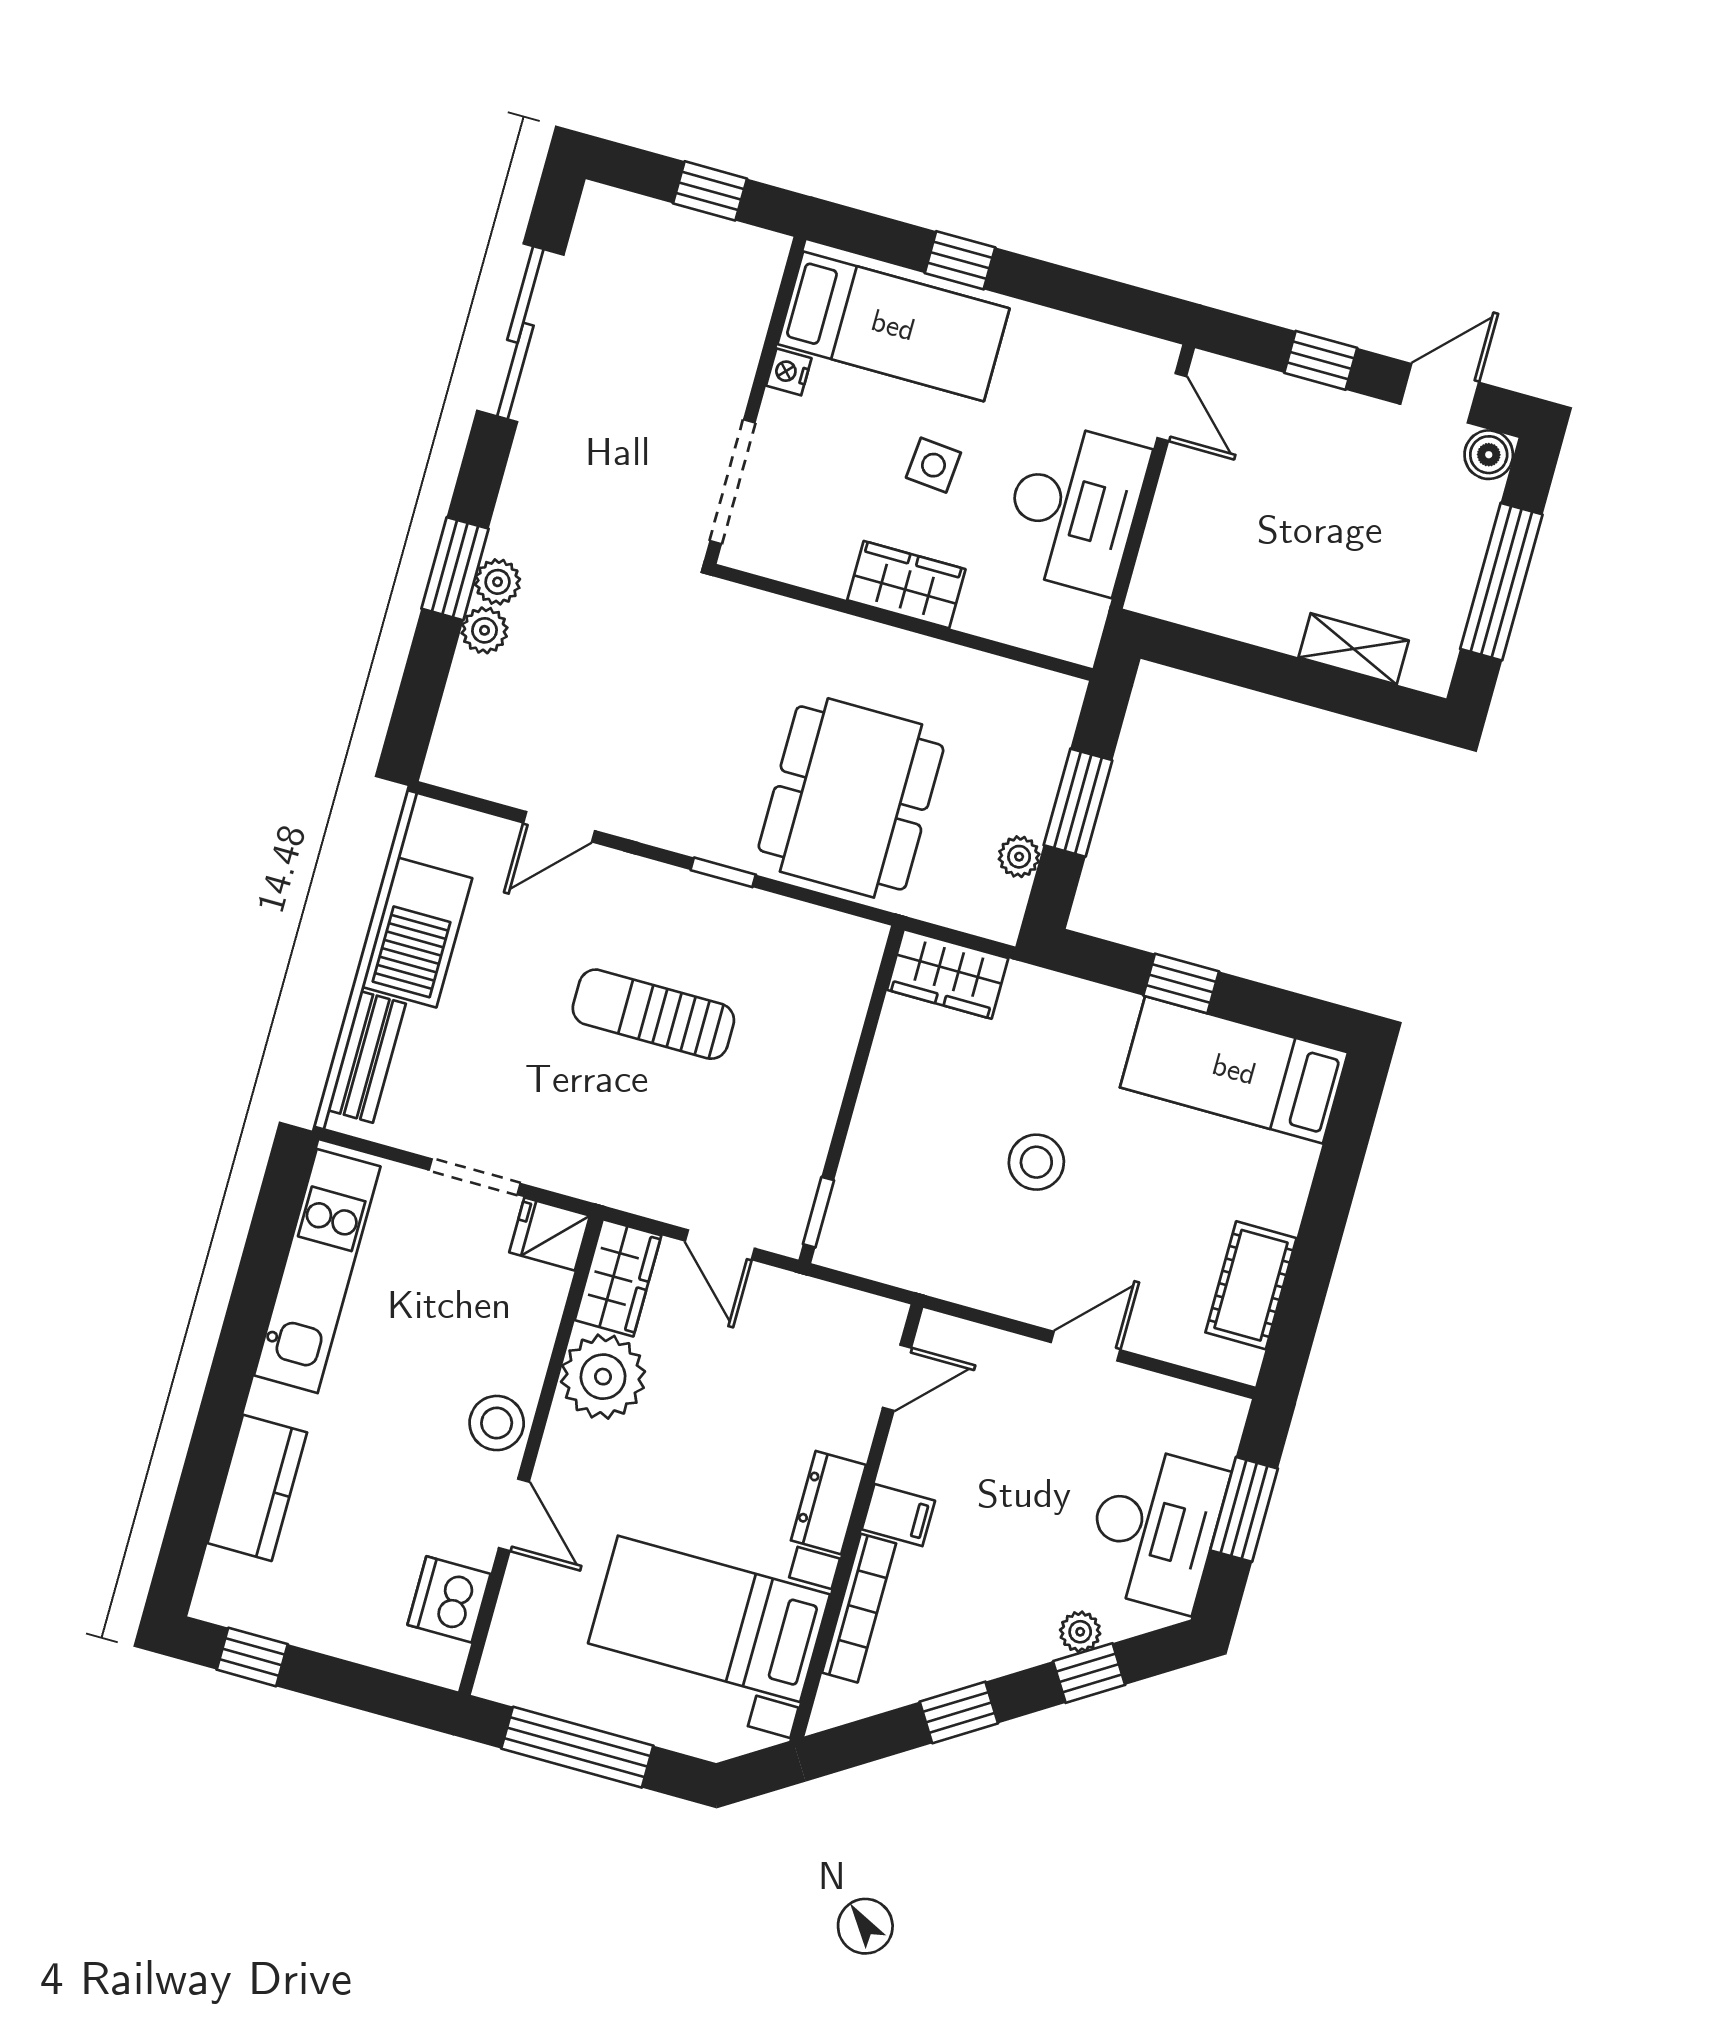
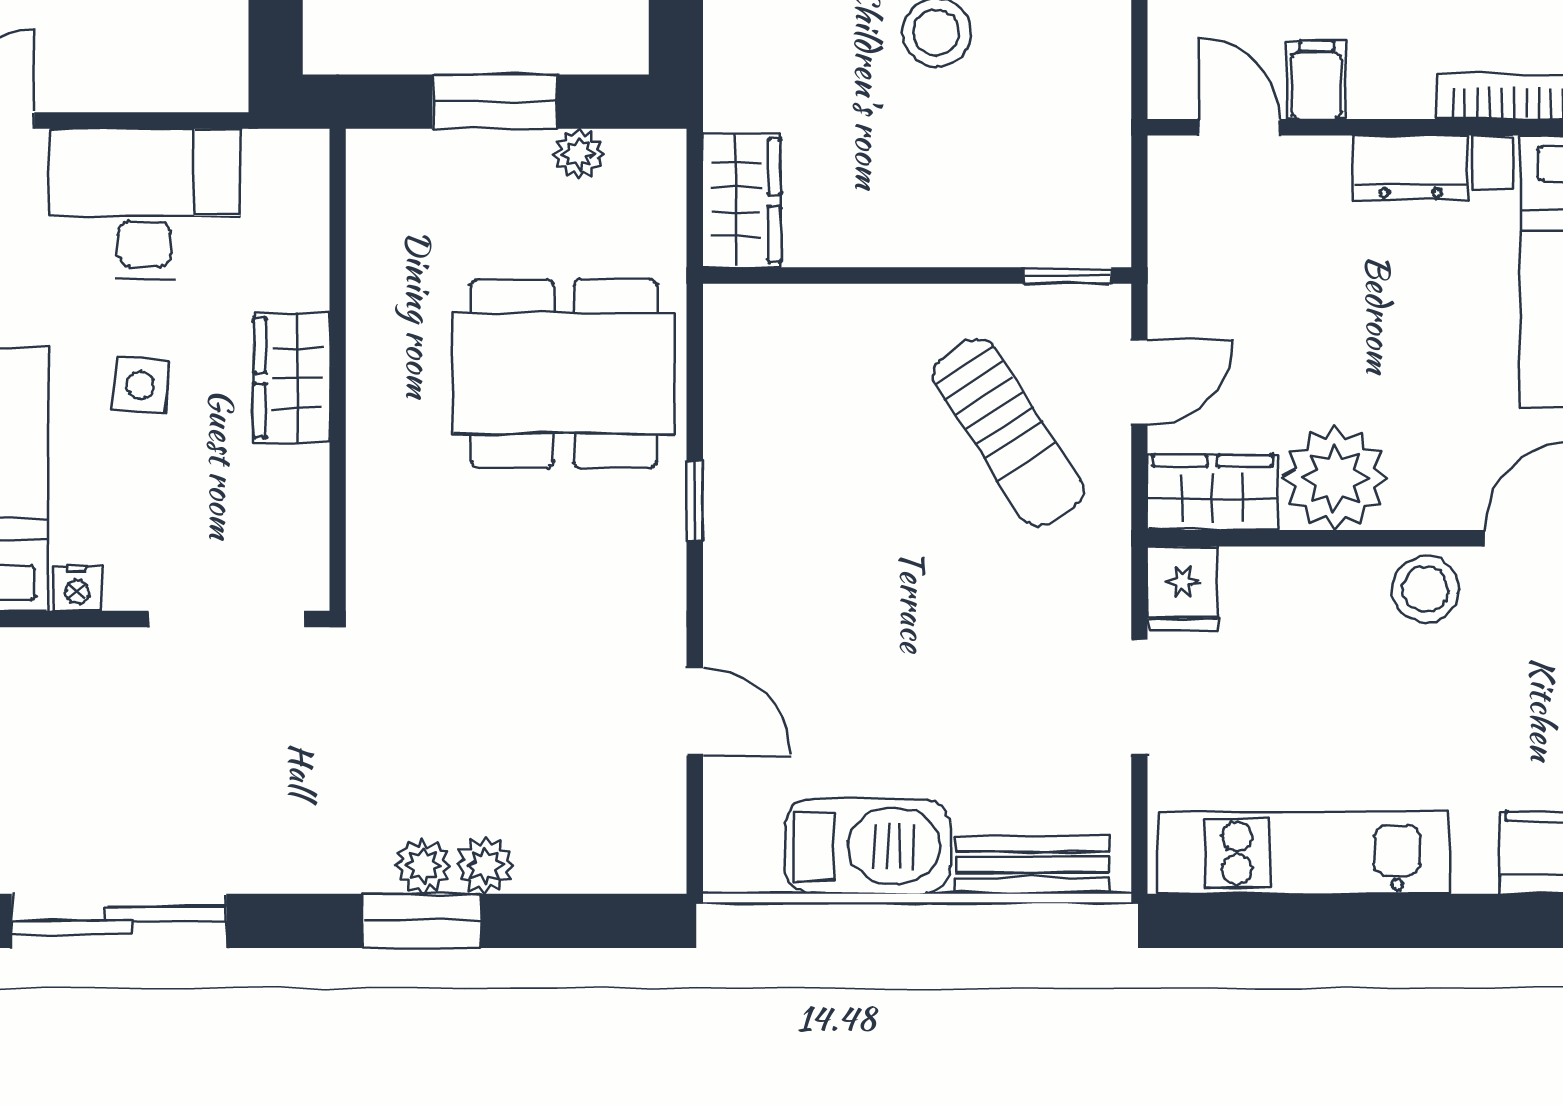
sun lounger: (653, 1014) -> (1008, 432), moved, turned -33
filing cabinet: (898, 1515) -> (1316, 80), moved

